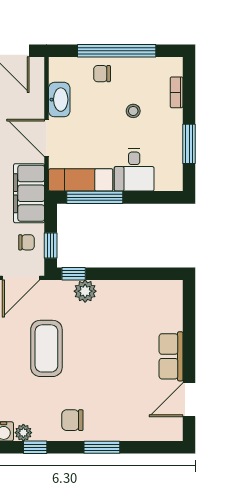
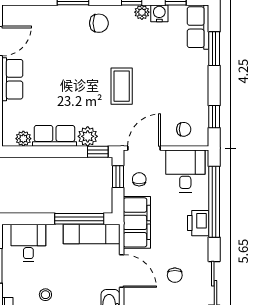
desk: (134, 170) -> (28, 243), moved
chair: (26, 242) -> (139, 179), turned 90
plant: (158, 289) -> (23, 139), added
row of seats: (123, 292) -> (54, 136), added
coffee table: (46, 348) -> (122, 86), width x0.73, depth x0.76

